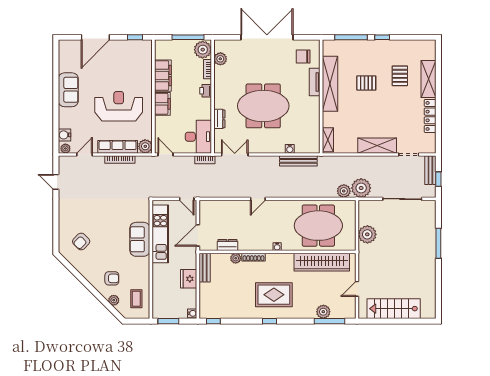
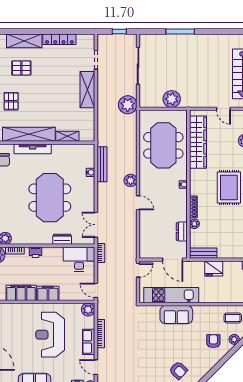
tv unit: (315, 82) -> (33, 149), width x1.41
pallet: (366, 83) -> (11, 101), moved
shelving: (328, 140) -> (67, 136), moved
row of seats: (118, 147) -> (89, 342), width x0.68
door: (165, 154) -> (96, 290), hinge flipped
bench: (430, 170) -> (111, 39), removed
plant: (344, 191) -> (131, 180), moved

